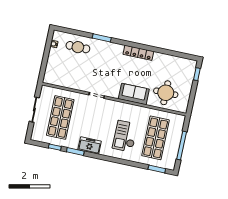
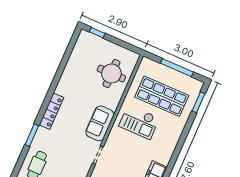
locker: (138, 53) -> (51, 111), moved
sofa: (134, 94) -> (100, 123), moved
checkout: (125, 136) -> (139, 122), moved

